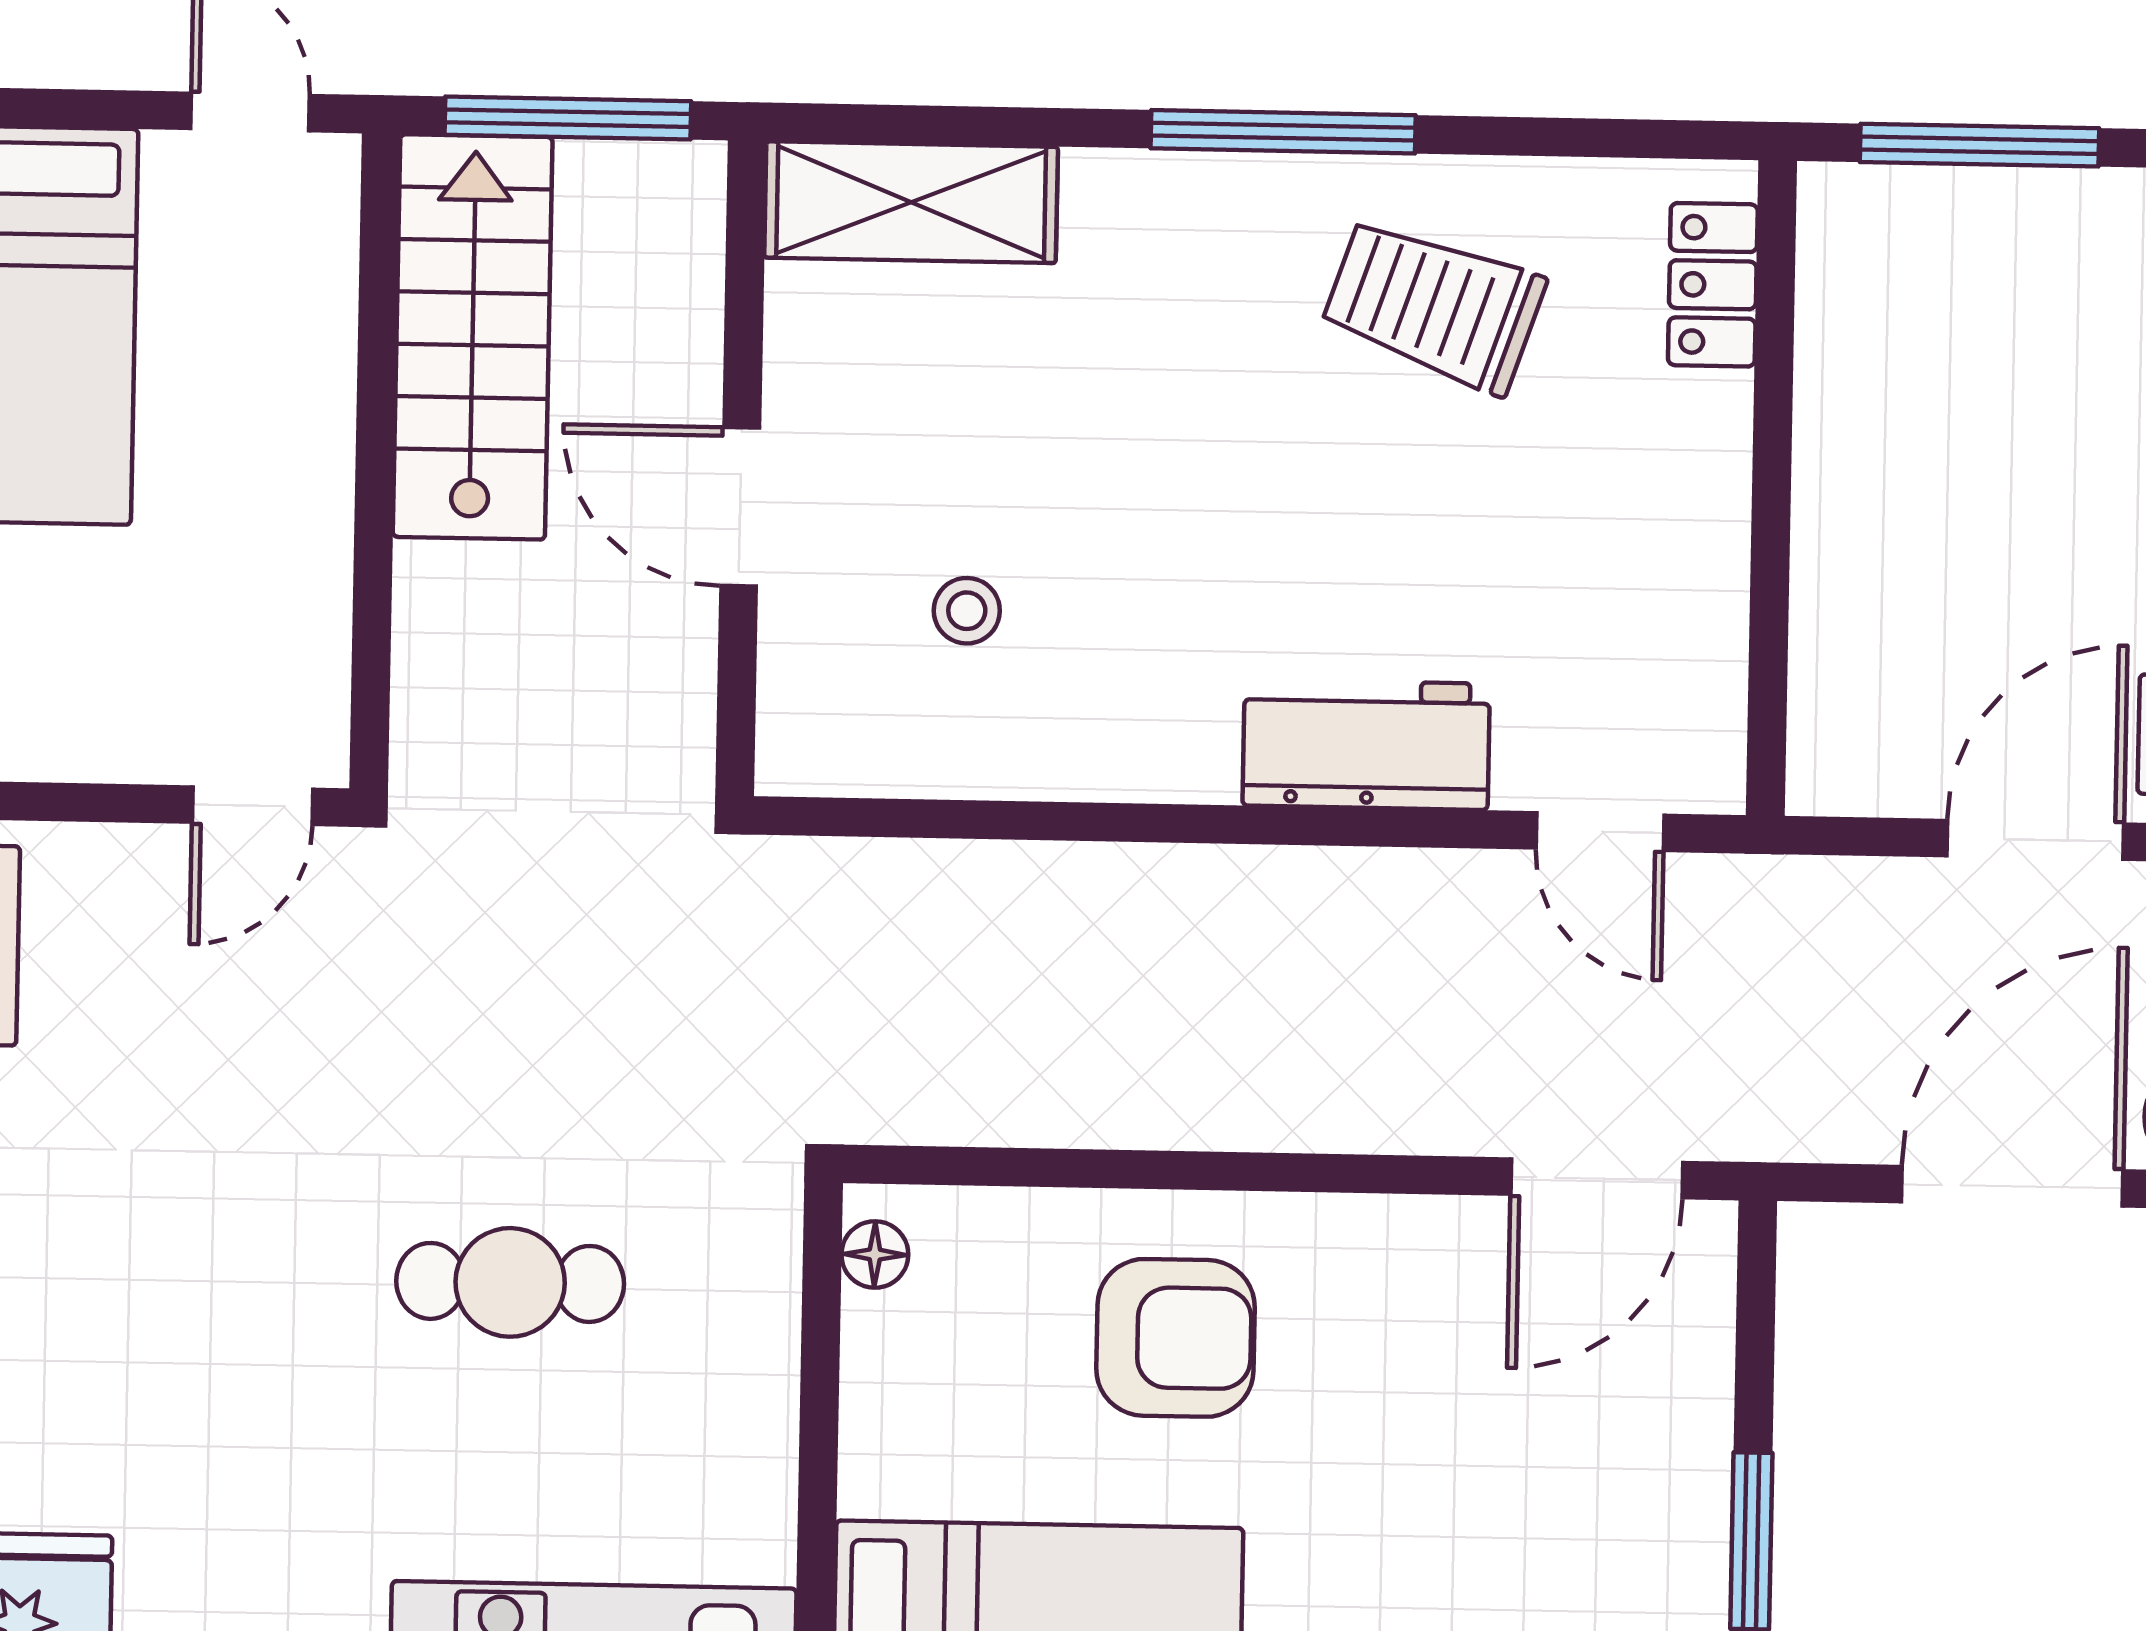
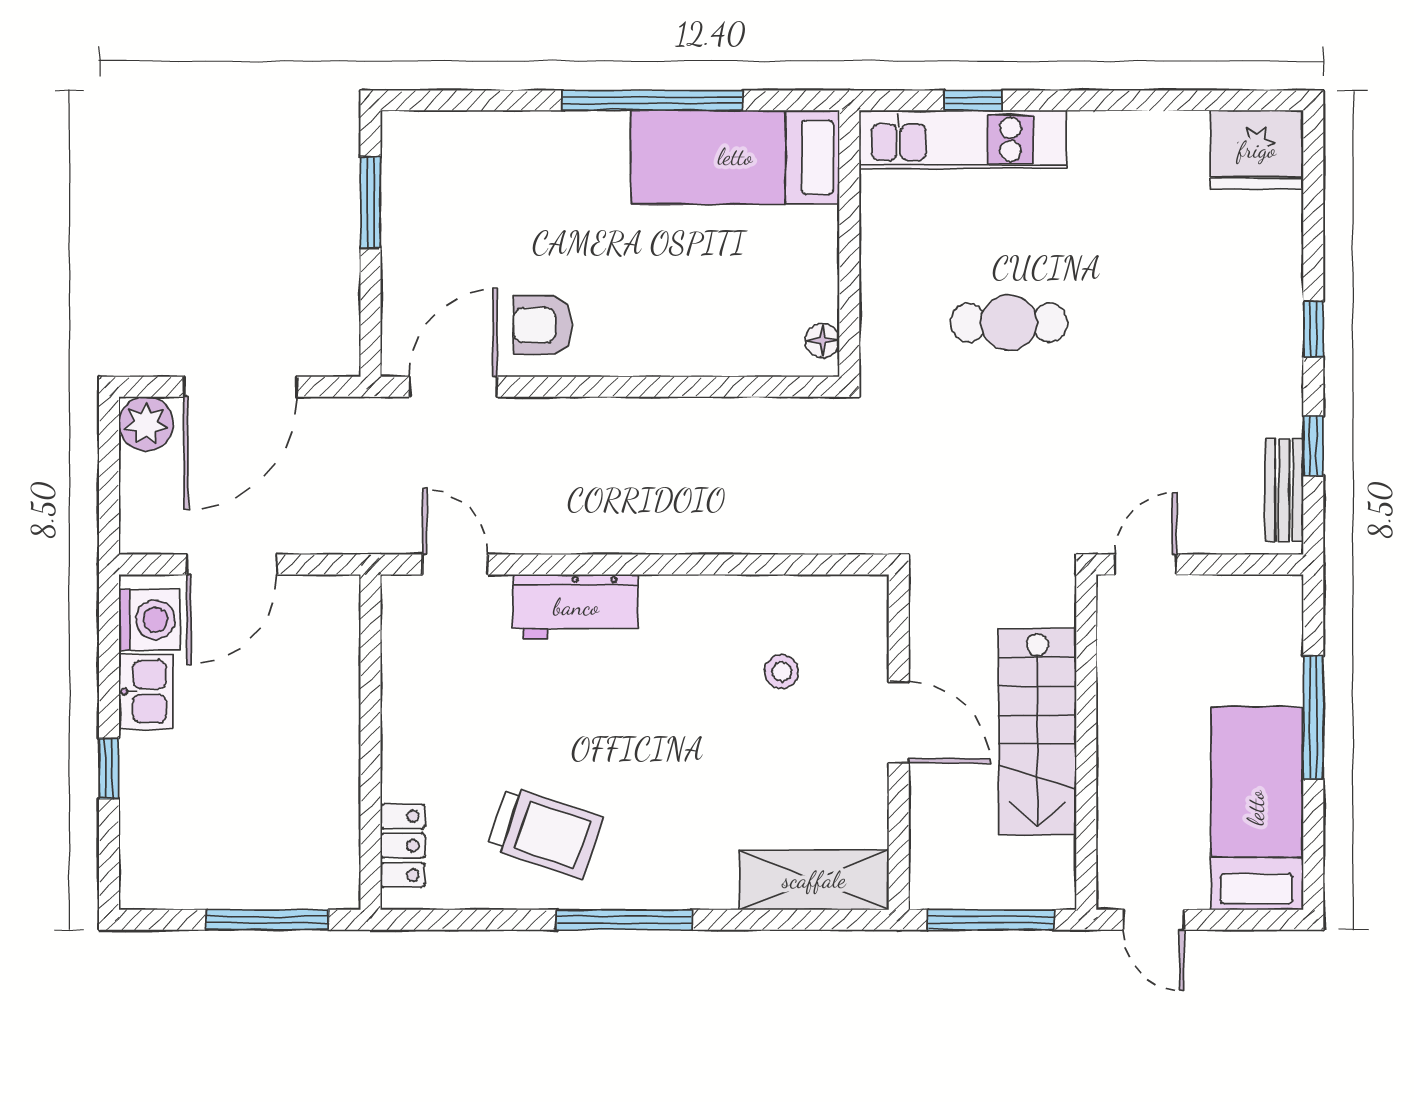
stairs: (473, 337) -> (1037, 732), moved
armchair: (1175, 1338) -> (543, 325), moved, width x0.72, depth x0.72

